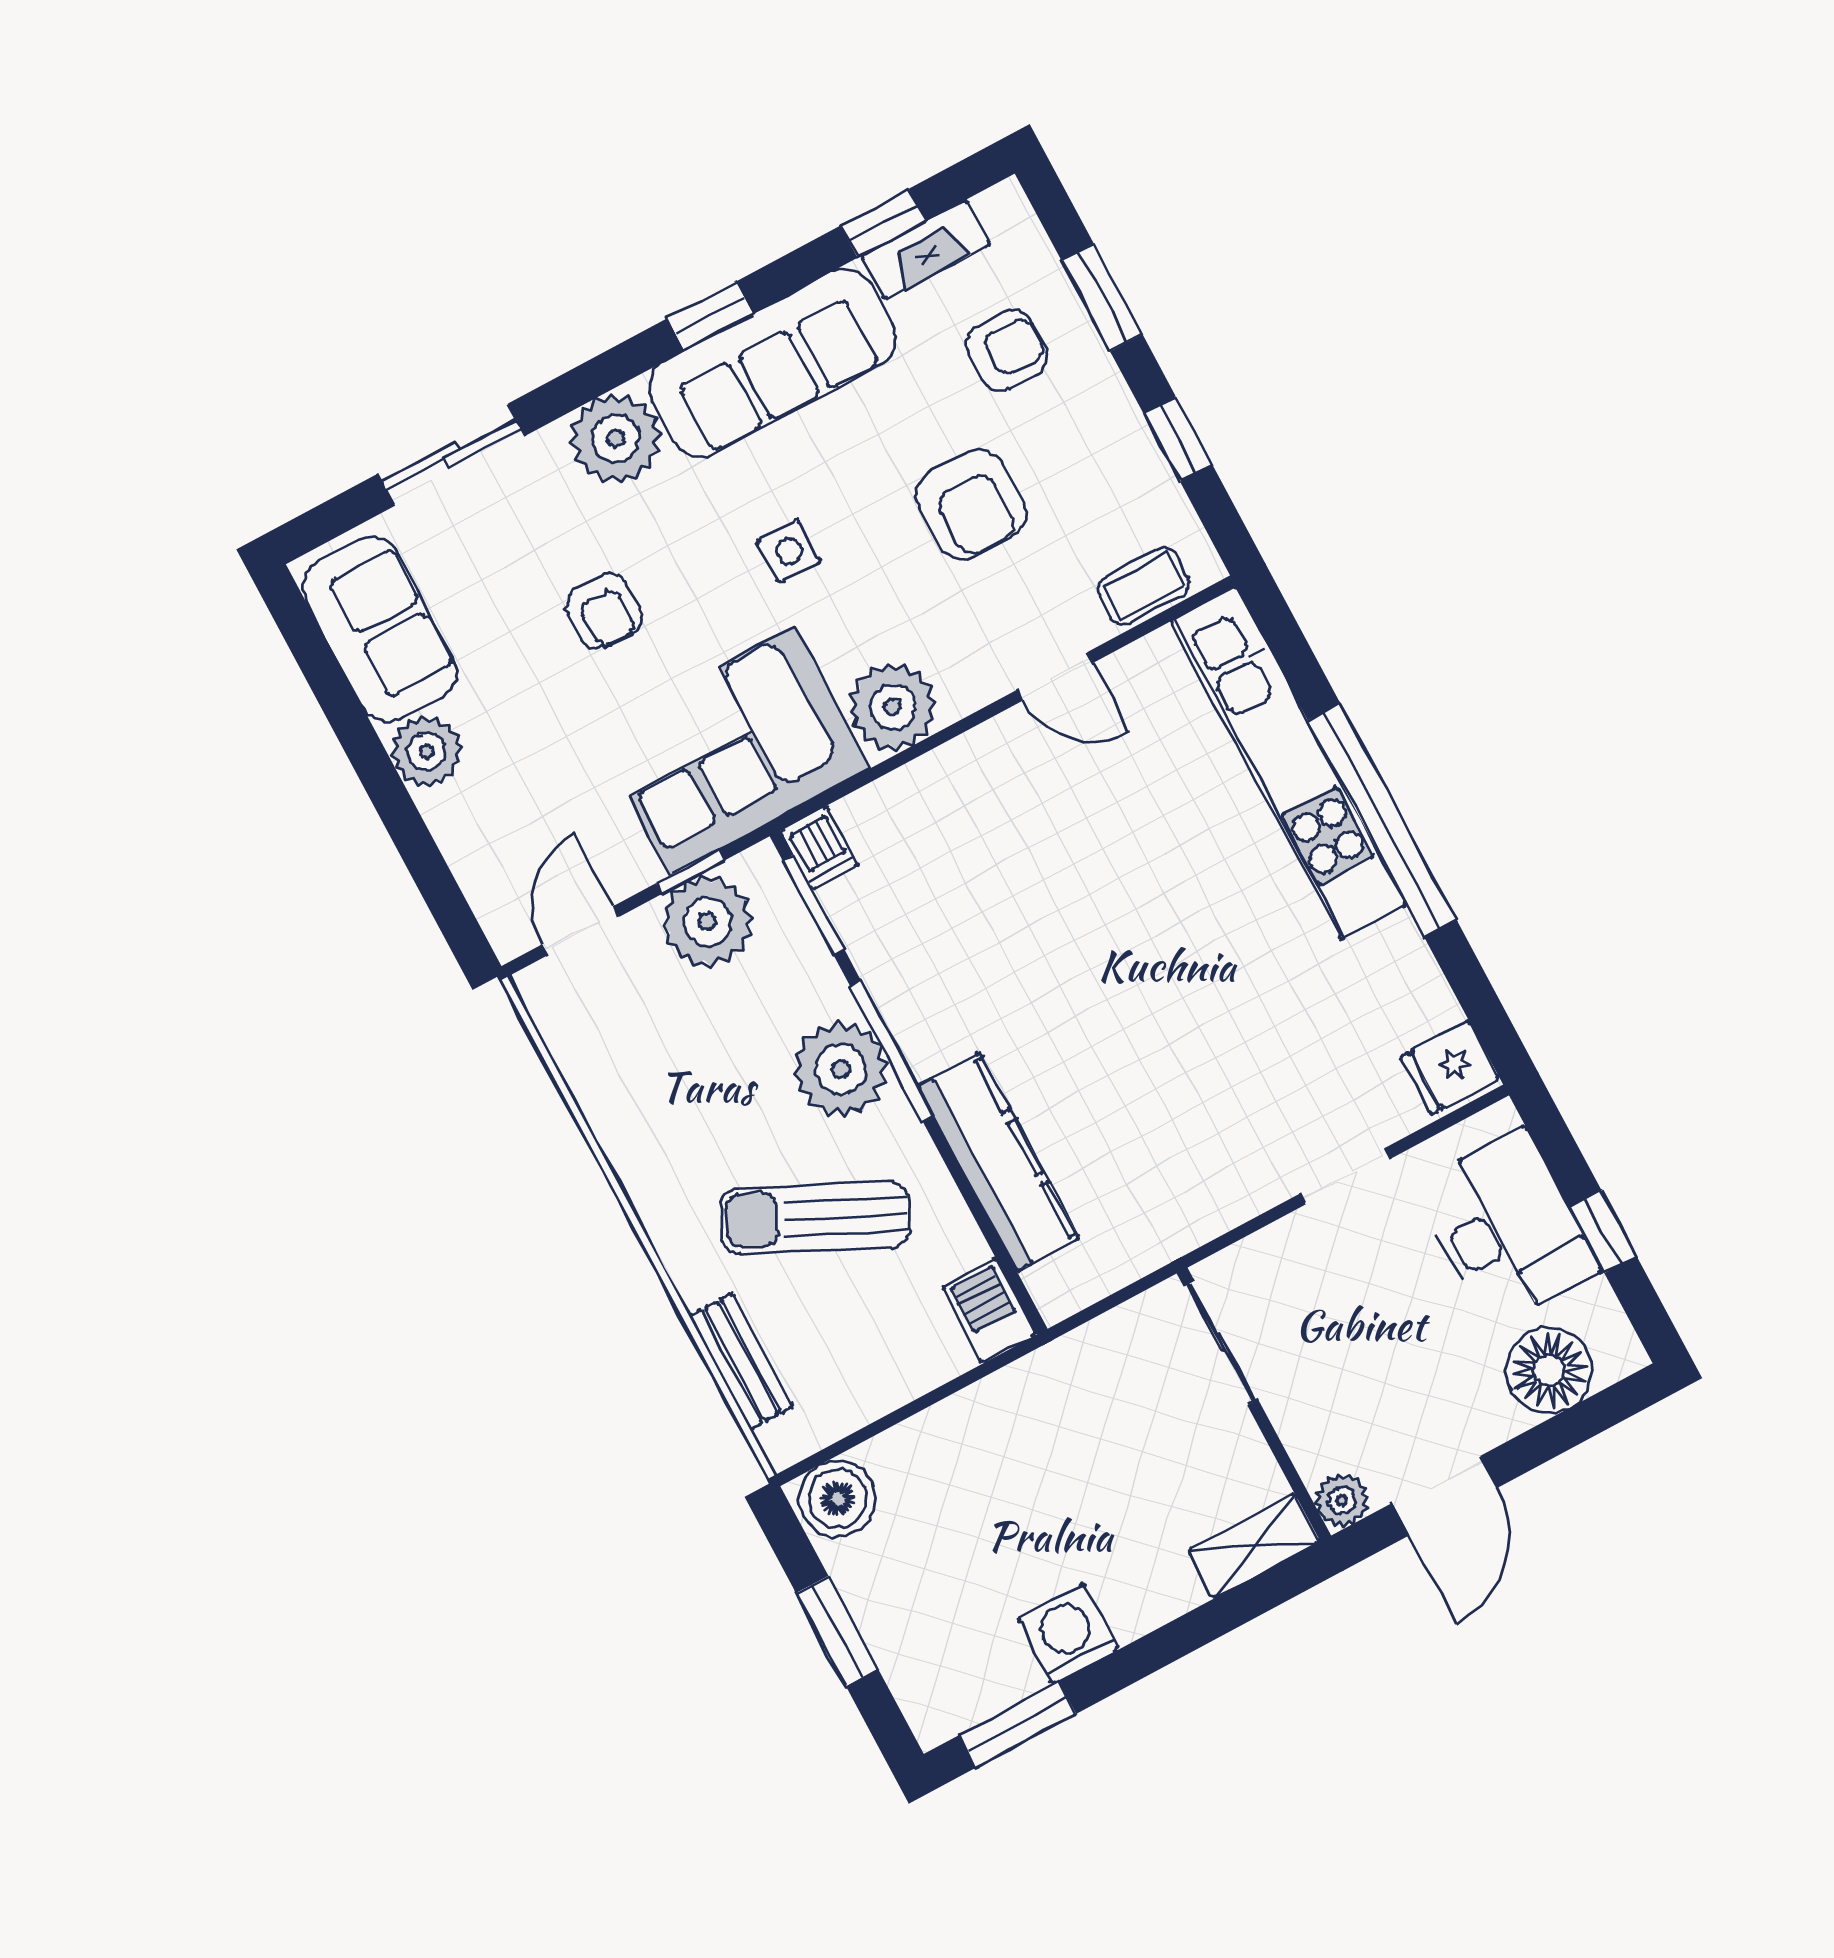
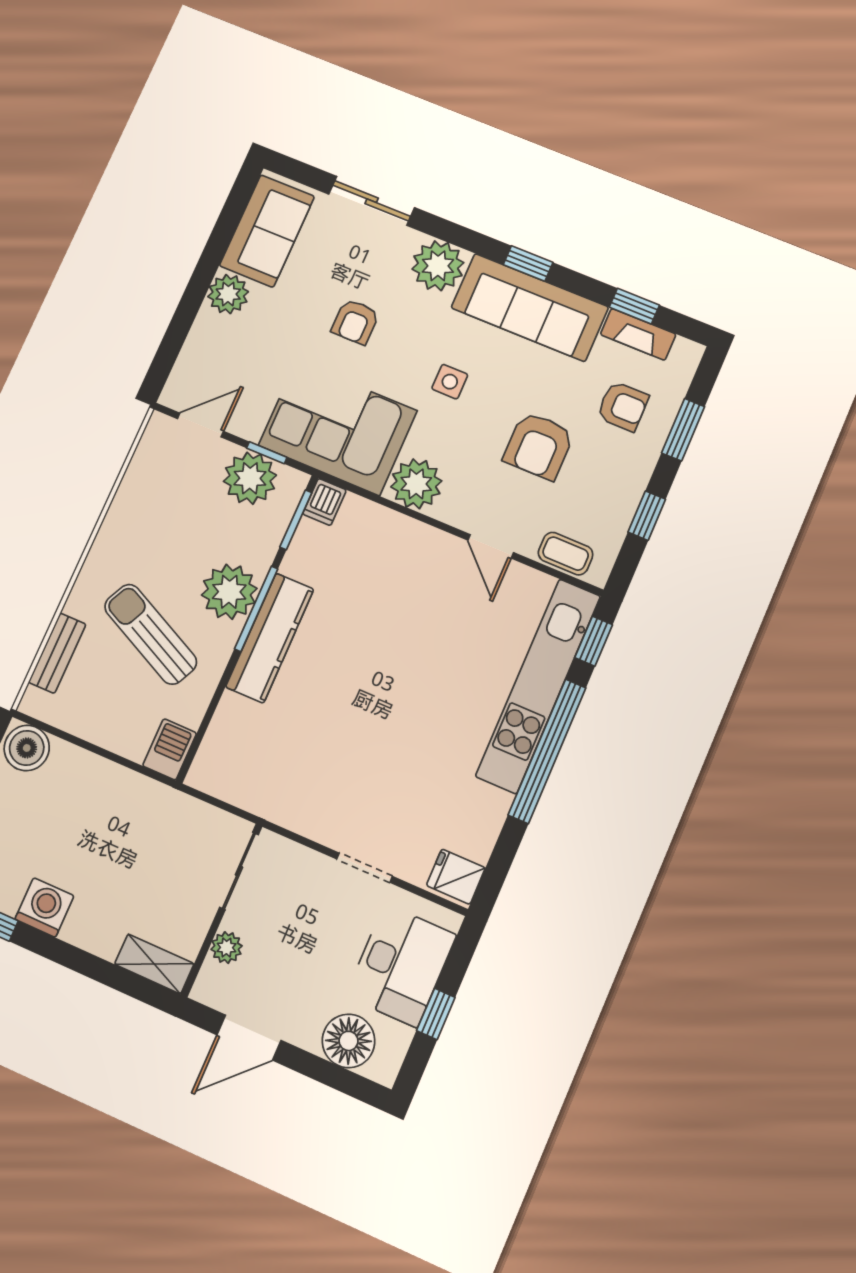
window: (1287, 643) -> (594, 641), added
kitchen counter: (998, 1162) -> (270, 638), moved
plant: (1342, 1500) -> (227, 948), moved

